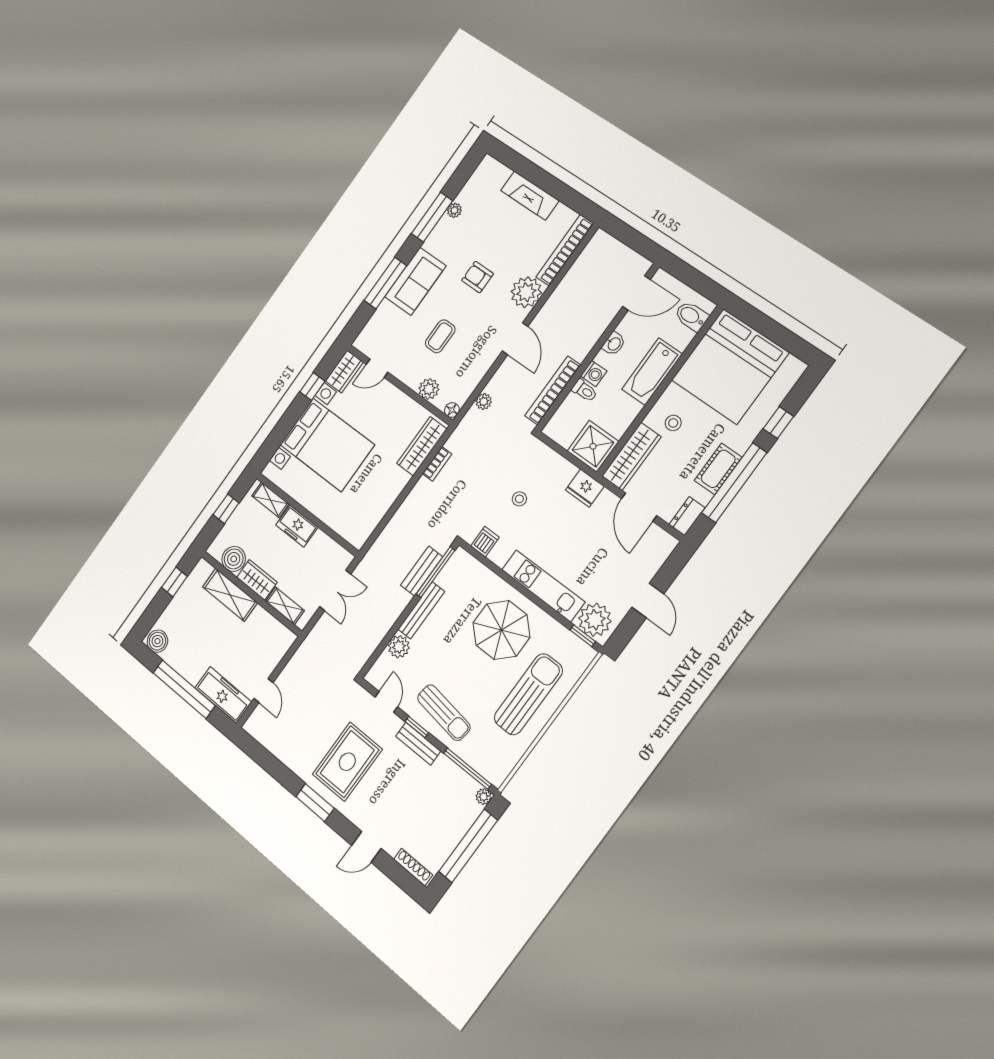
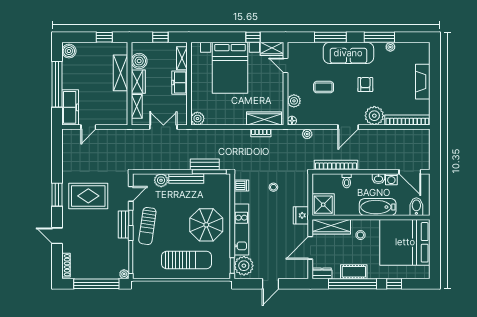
sofa: (415, 281) -> (348, 53), width x1.36
washing machine: (594, 374) -> (391, 179), moved
plant: (358, 536) -> (197, 119), added
double door: (335, 590) -> (163, 127), swing flipped

